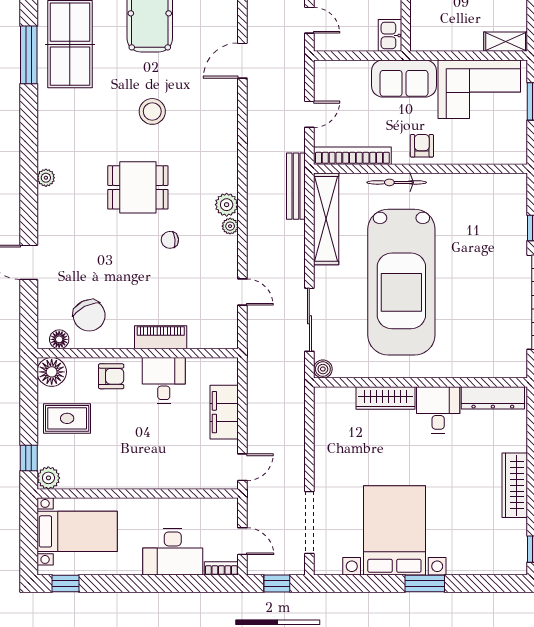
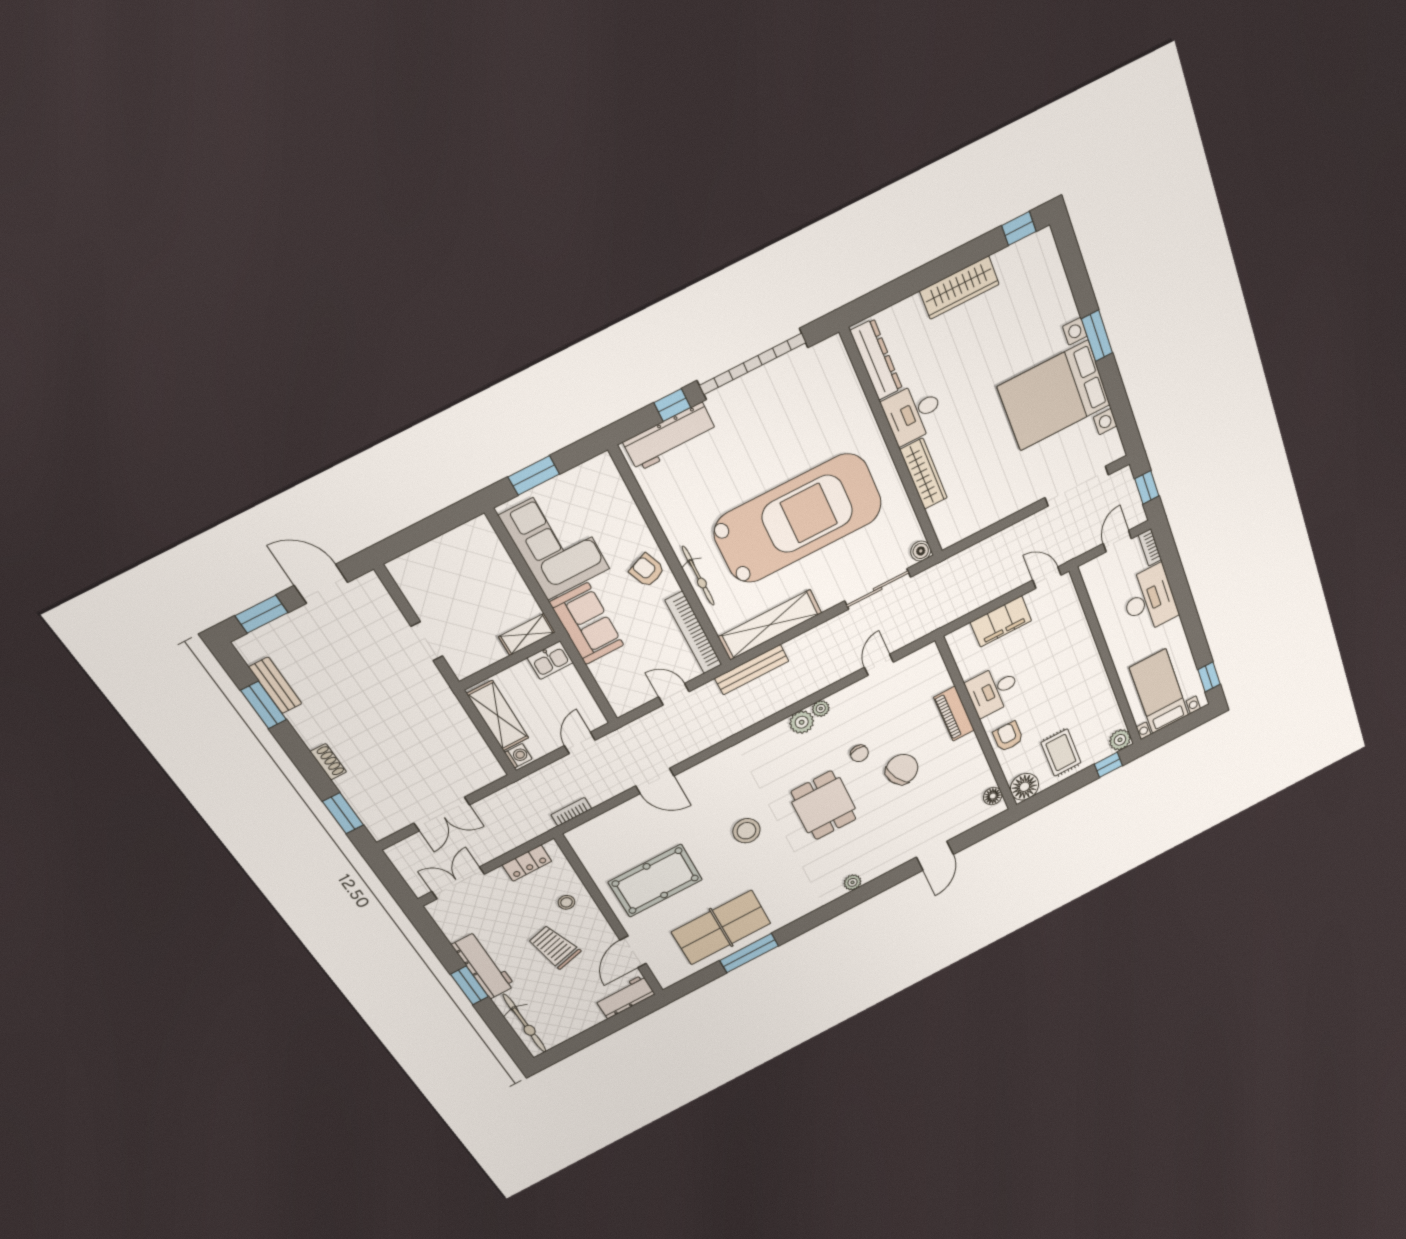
shelving: (506, 42) -> (527, 635), moved, turned 90
armchair: (422, 146) -> (647, 570), turned 68
workbench: (514, 215) -> (670, 437), added
chair: (89, 315) -> (902, 769), moved

